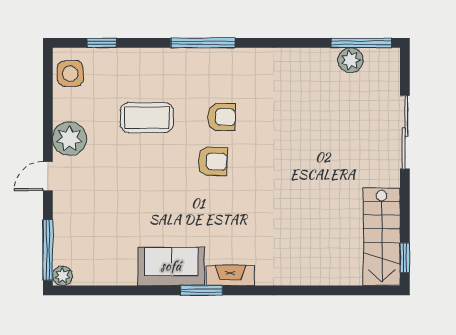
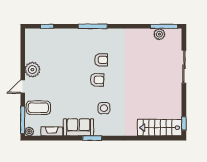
side table: (70, 74) -> (104, 108), moved
coffee table: (147, 118) -> (38, 108), moved
stairs: (382, 237) -> (160, 128), moved, turned 90
fireplace: (230, 275) -> (52, 131), moved

